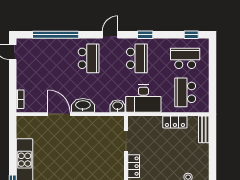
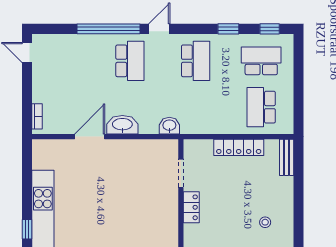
window: (56, 35) -> (108, 29), moved
window: (145, 35) -> (228, 29), moved
desk: (143, 99) -> (204, 116), removed
door: (59, 114) -> (90, 137), hinge flipped
locker: (175, 122) -> (239, 147), width x1.53

